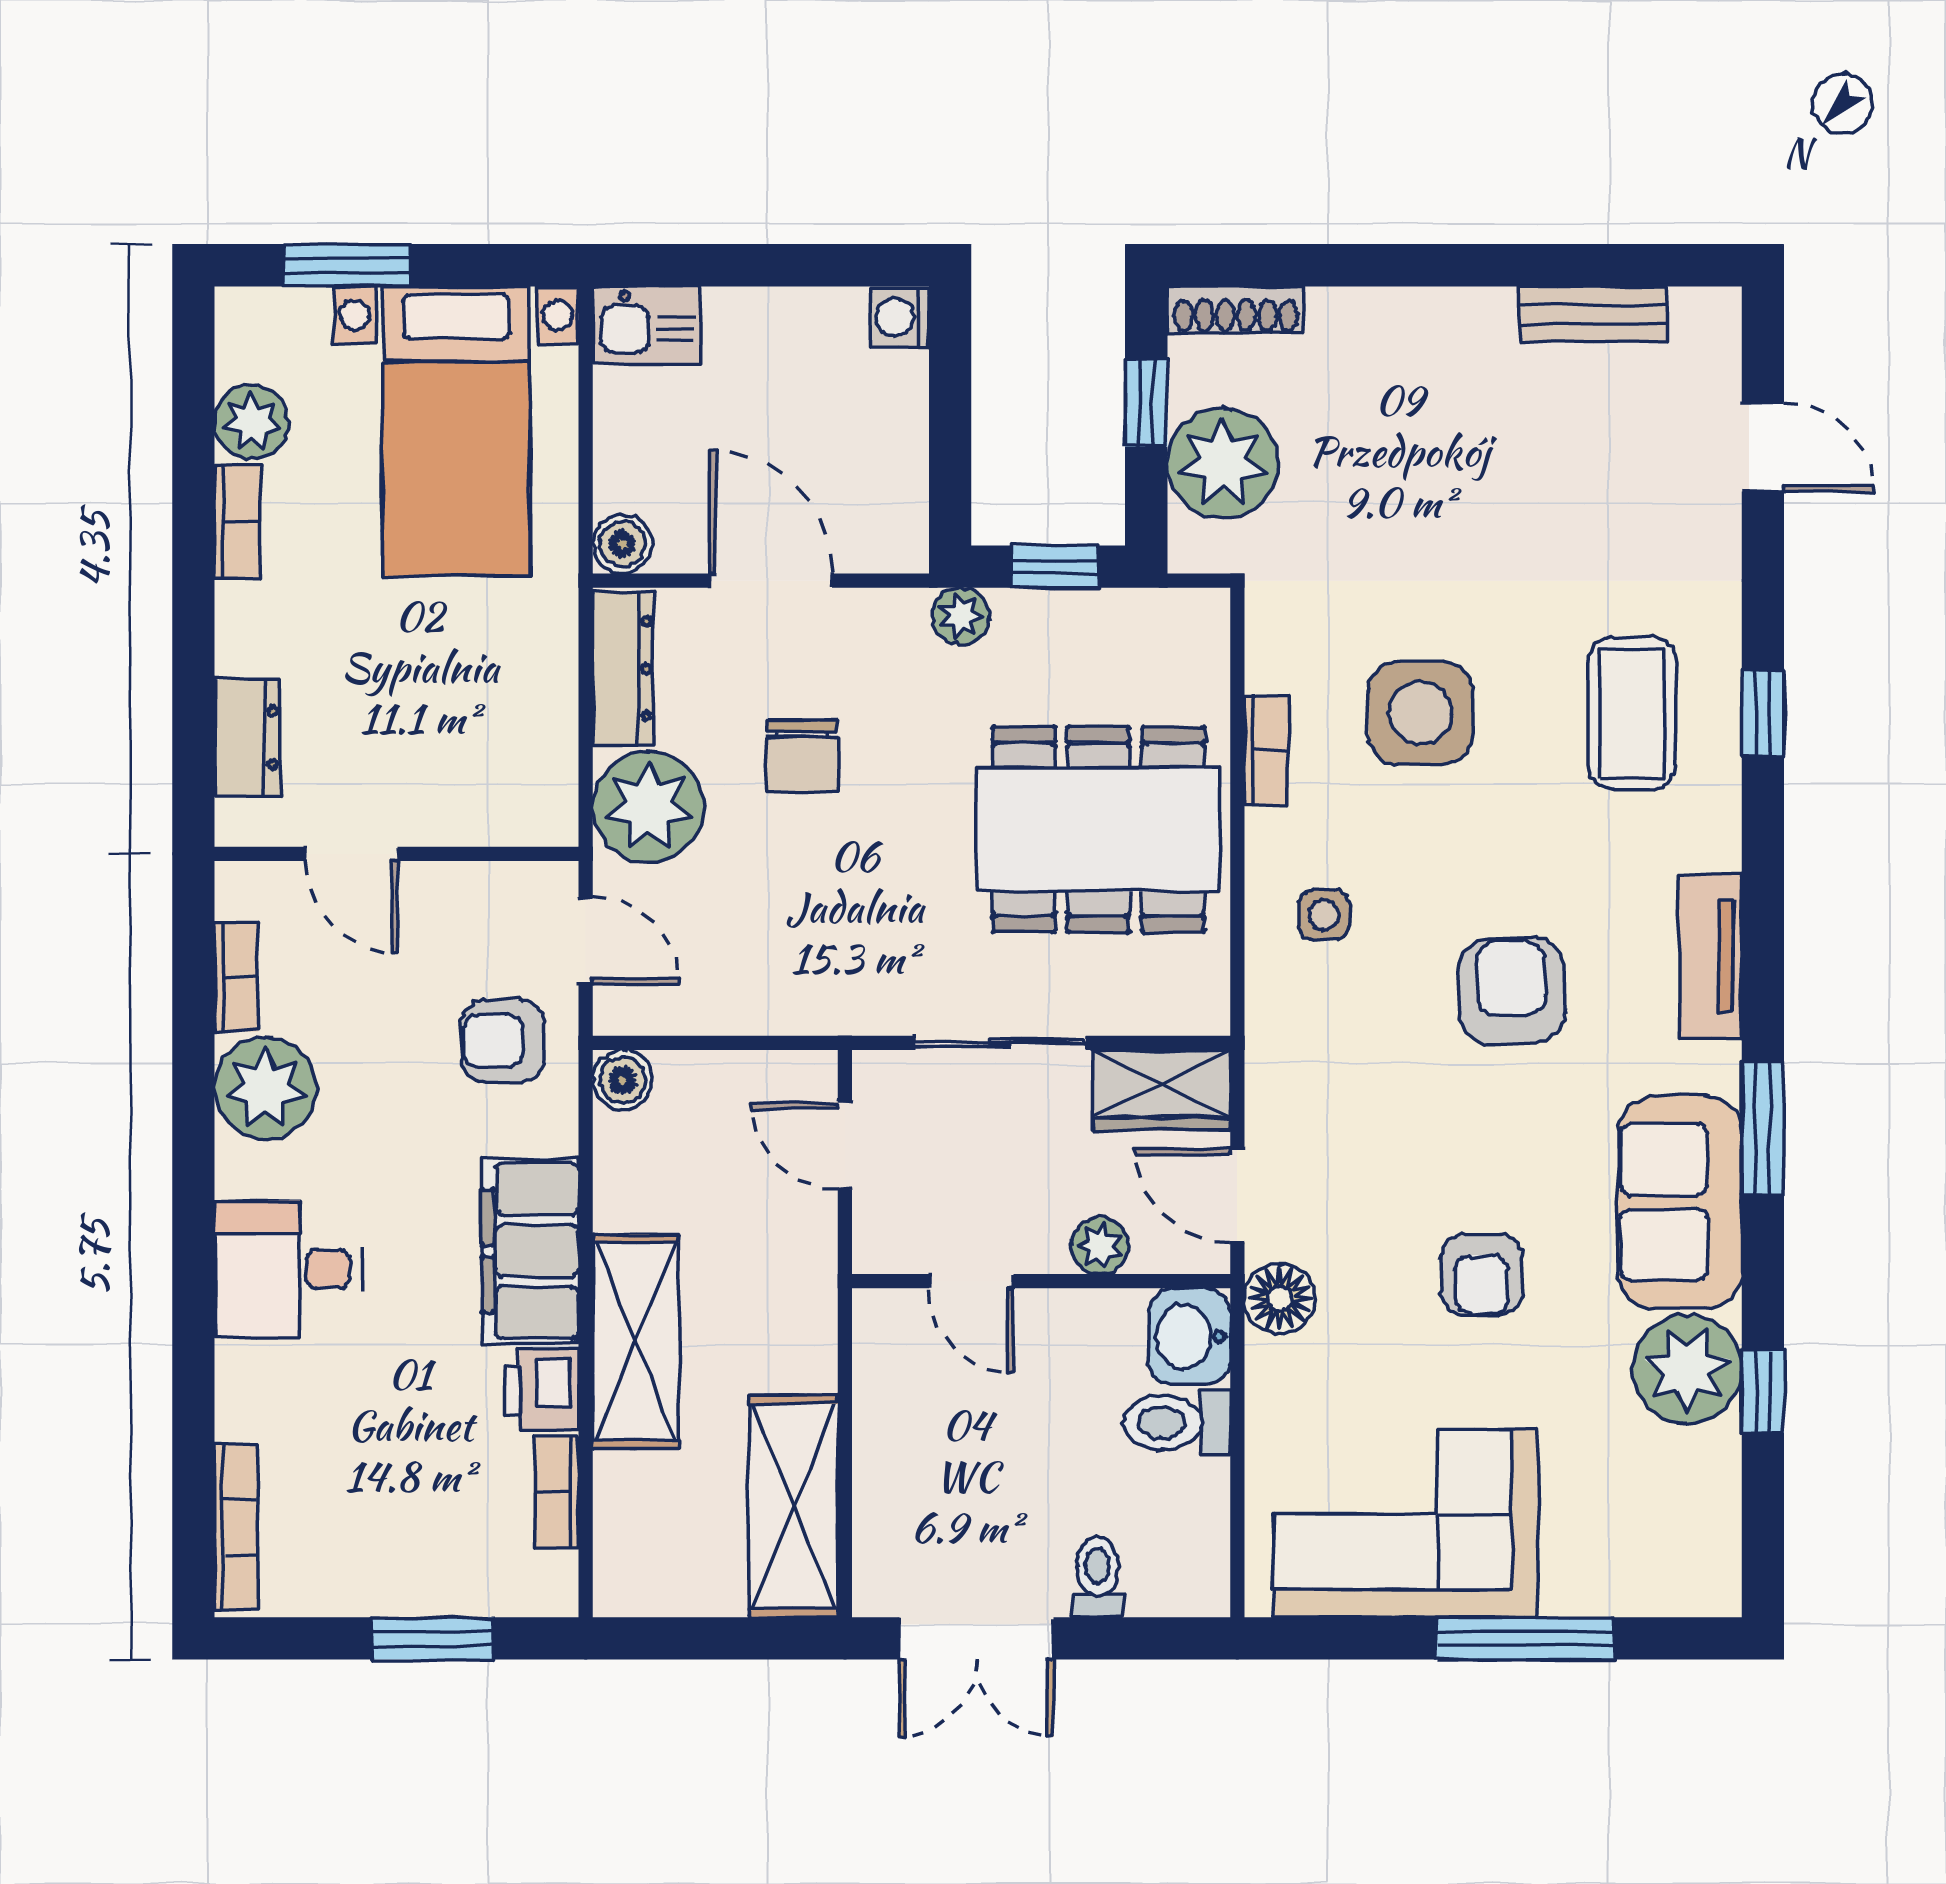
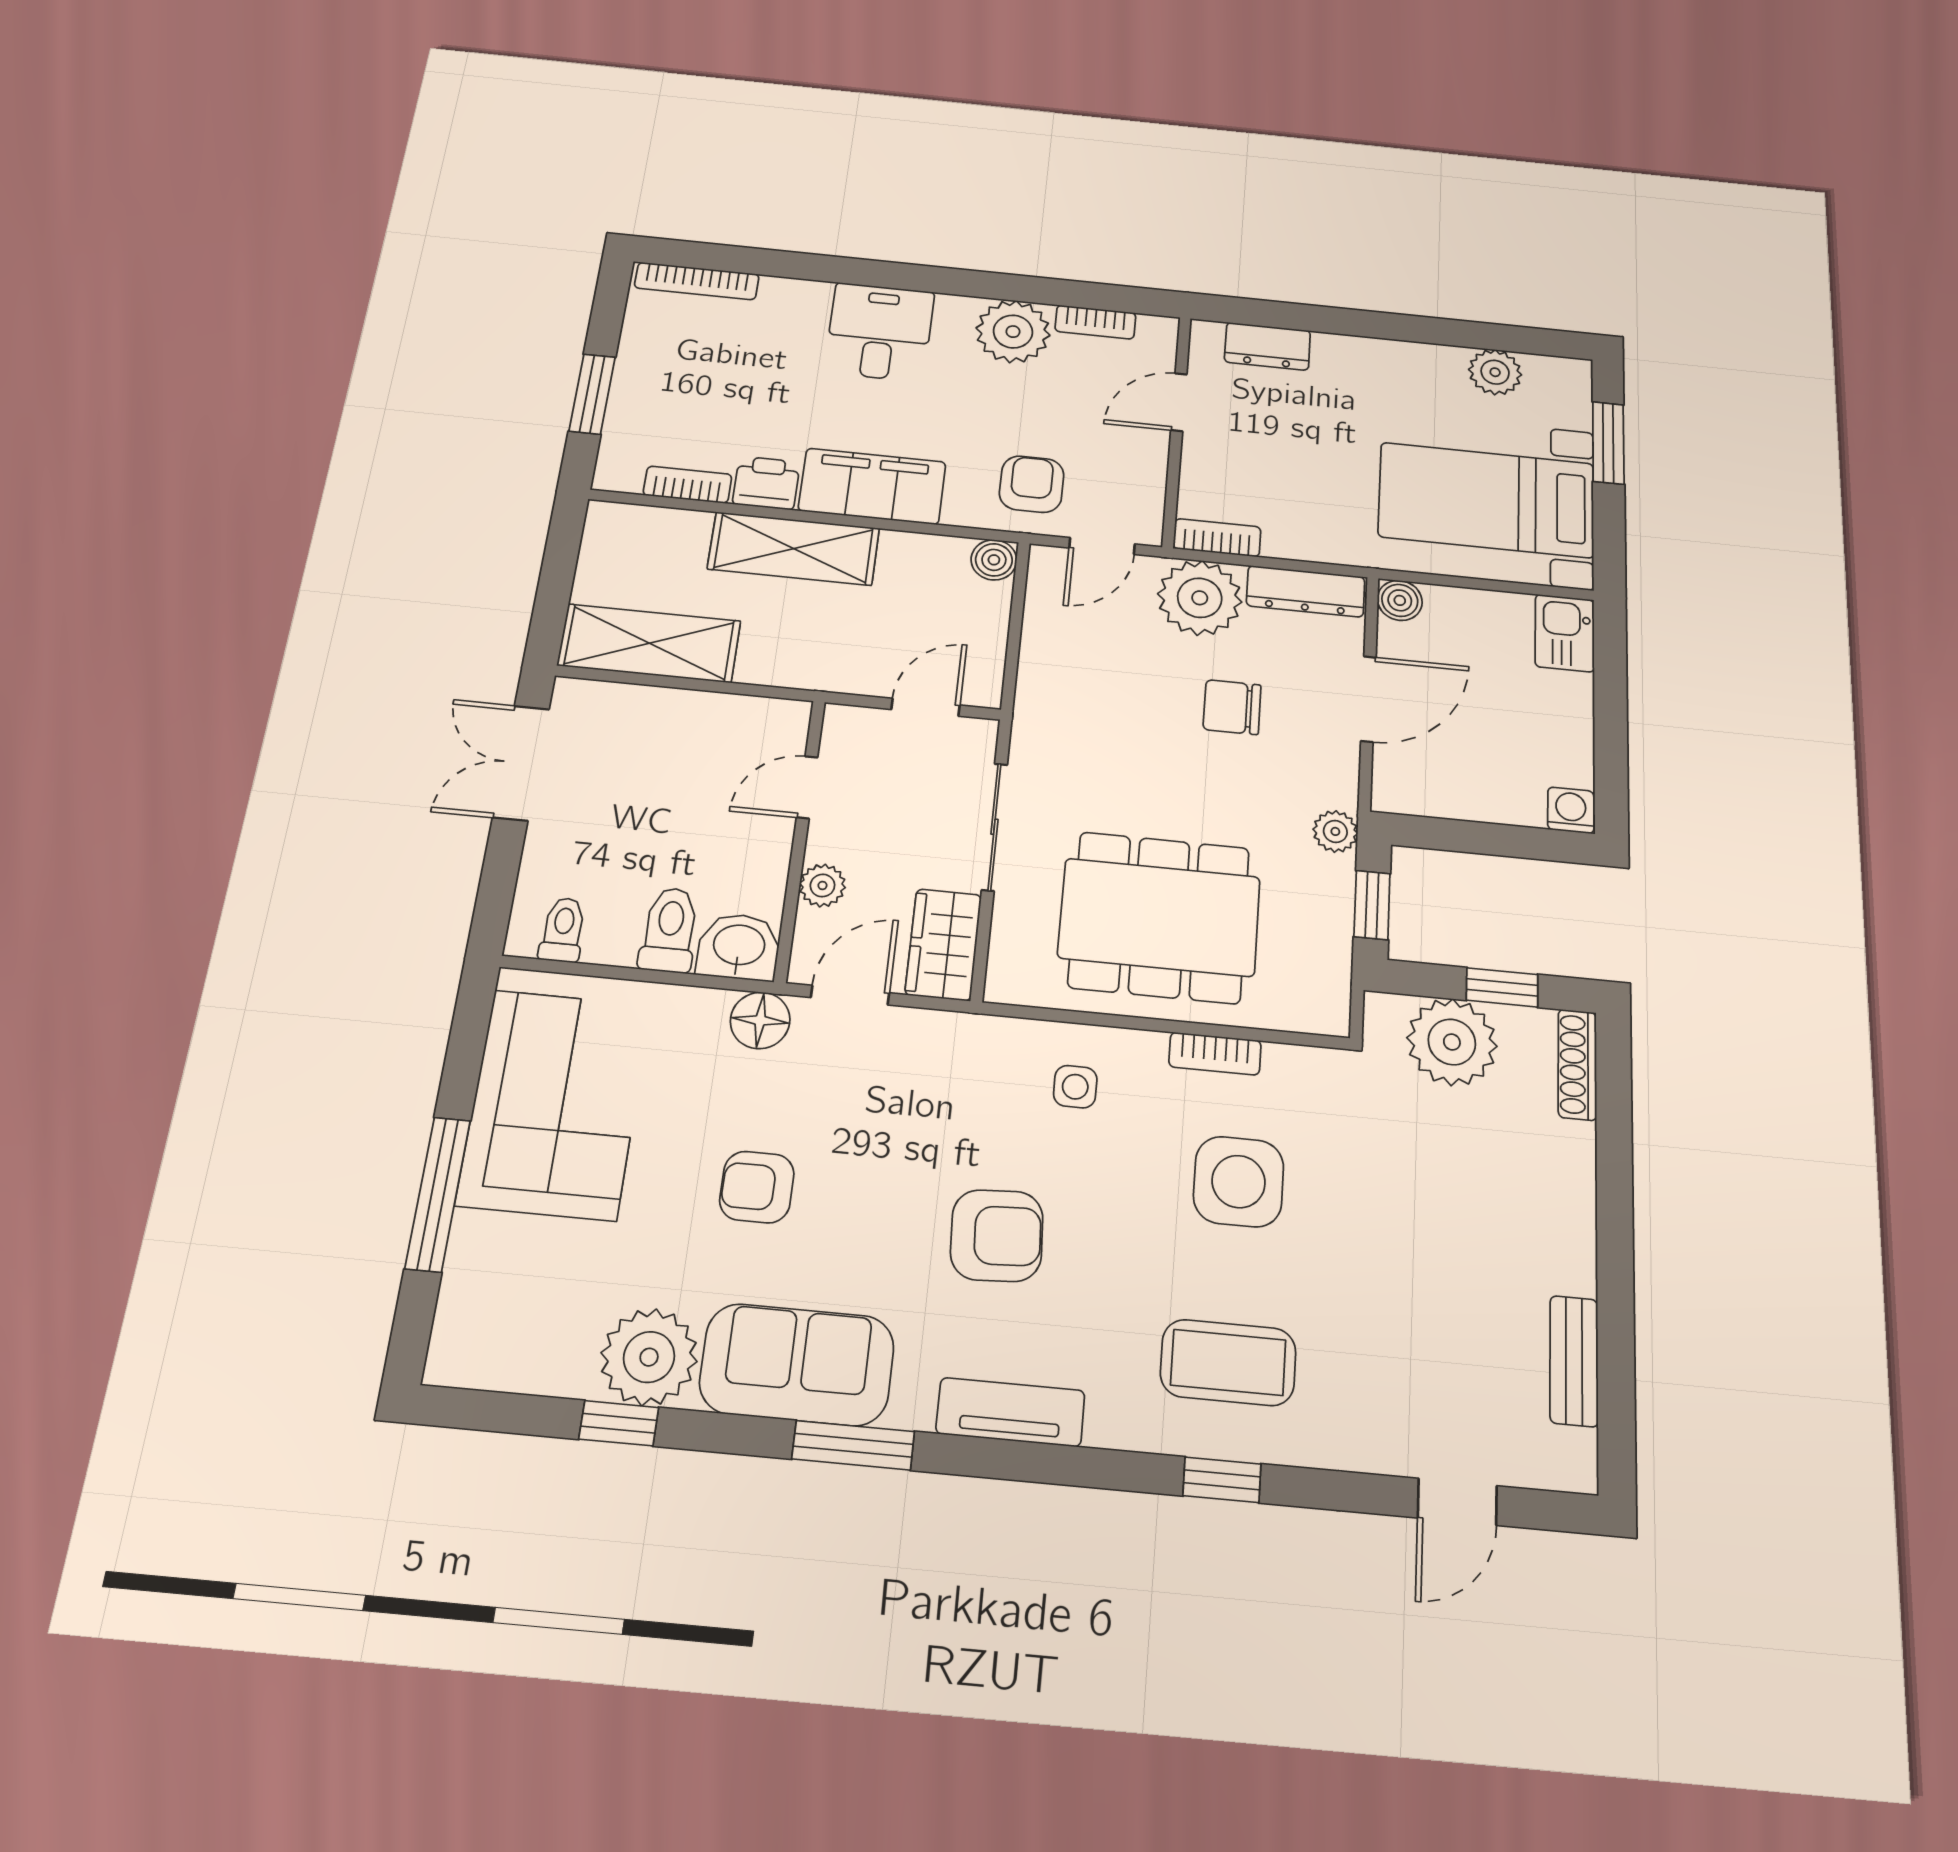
bookcase: (237, 522) -> (1217, 538), moved, turned 180
dining table: (1098, 829) -> (1159, 917), turned 90
toilet: (1097, 1577) -> (563, 930), moved, turned -90

